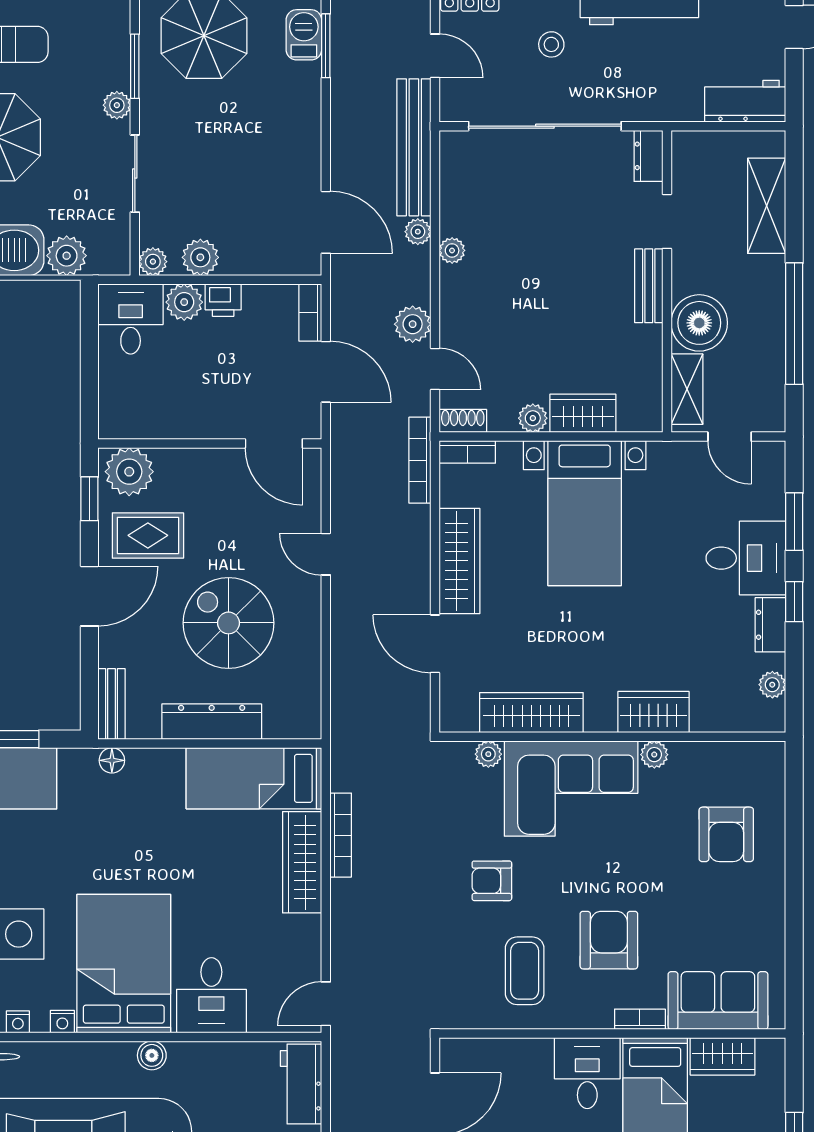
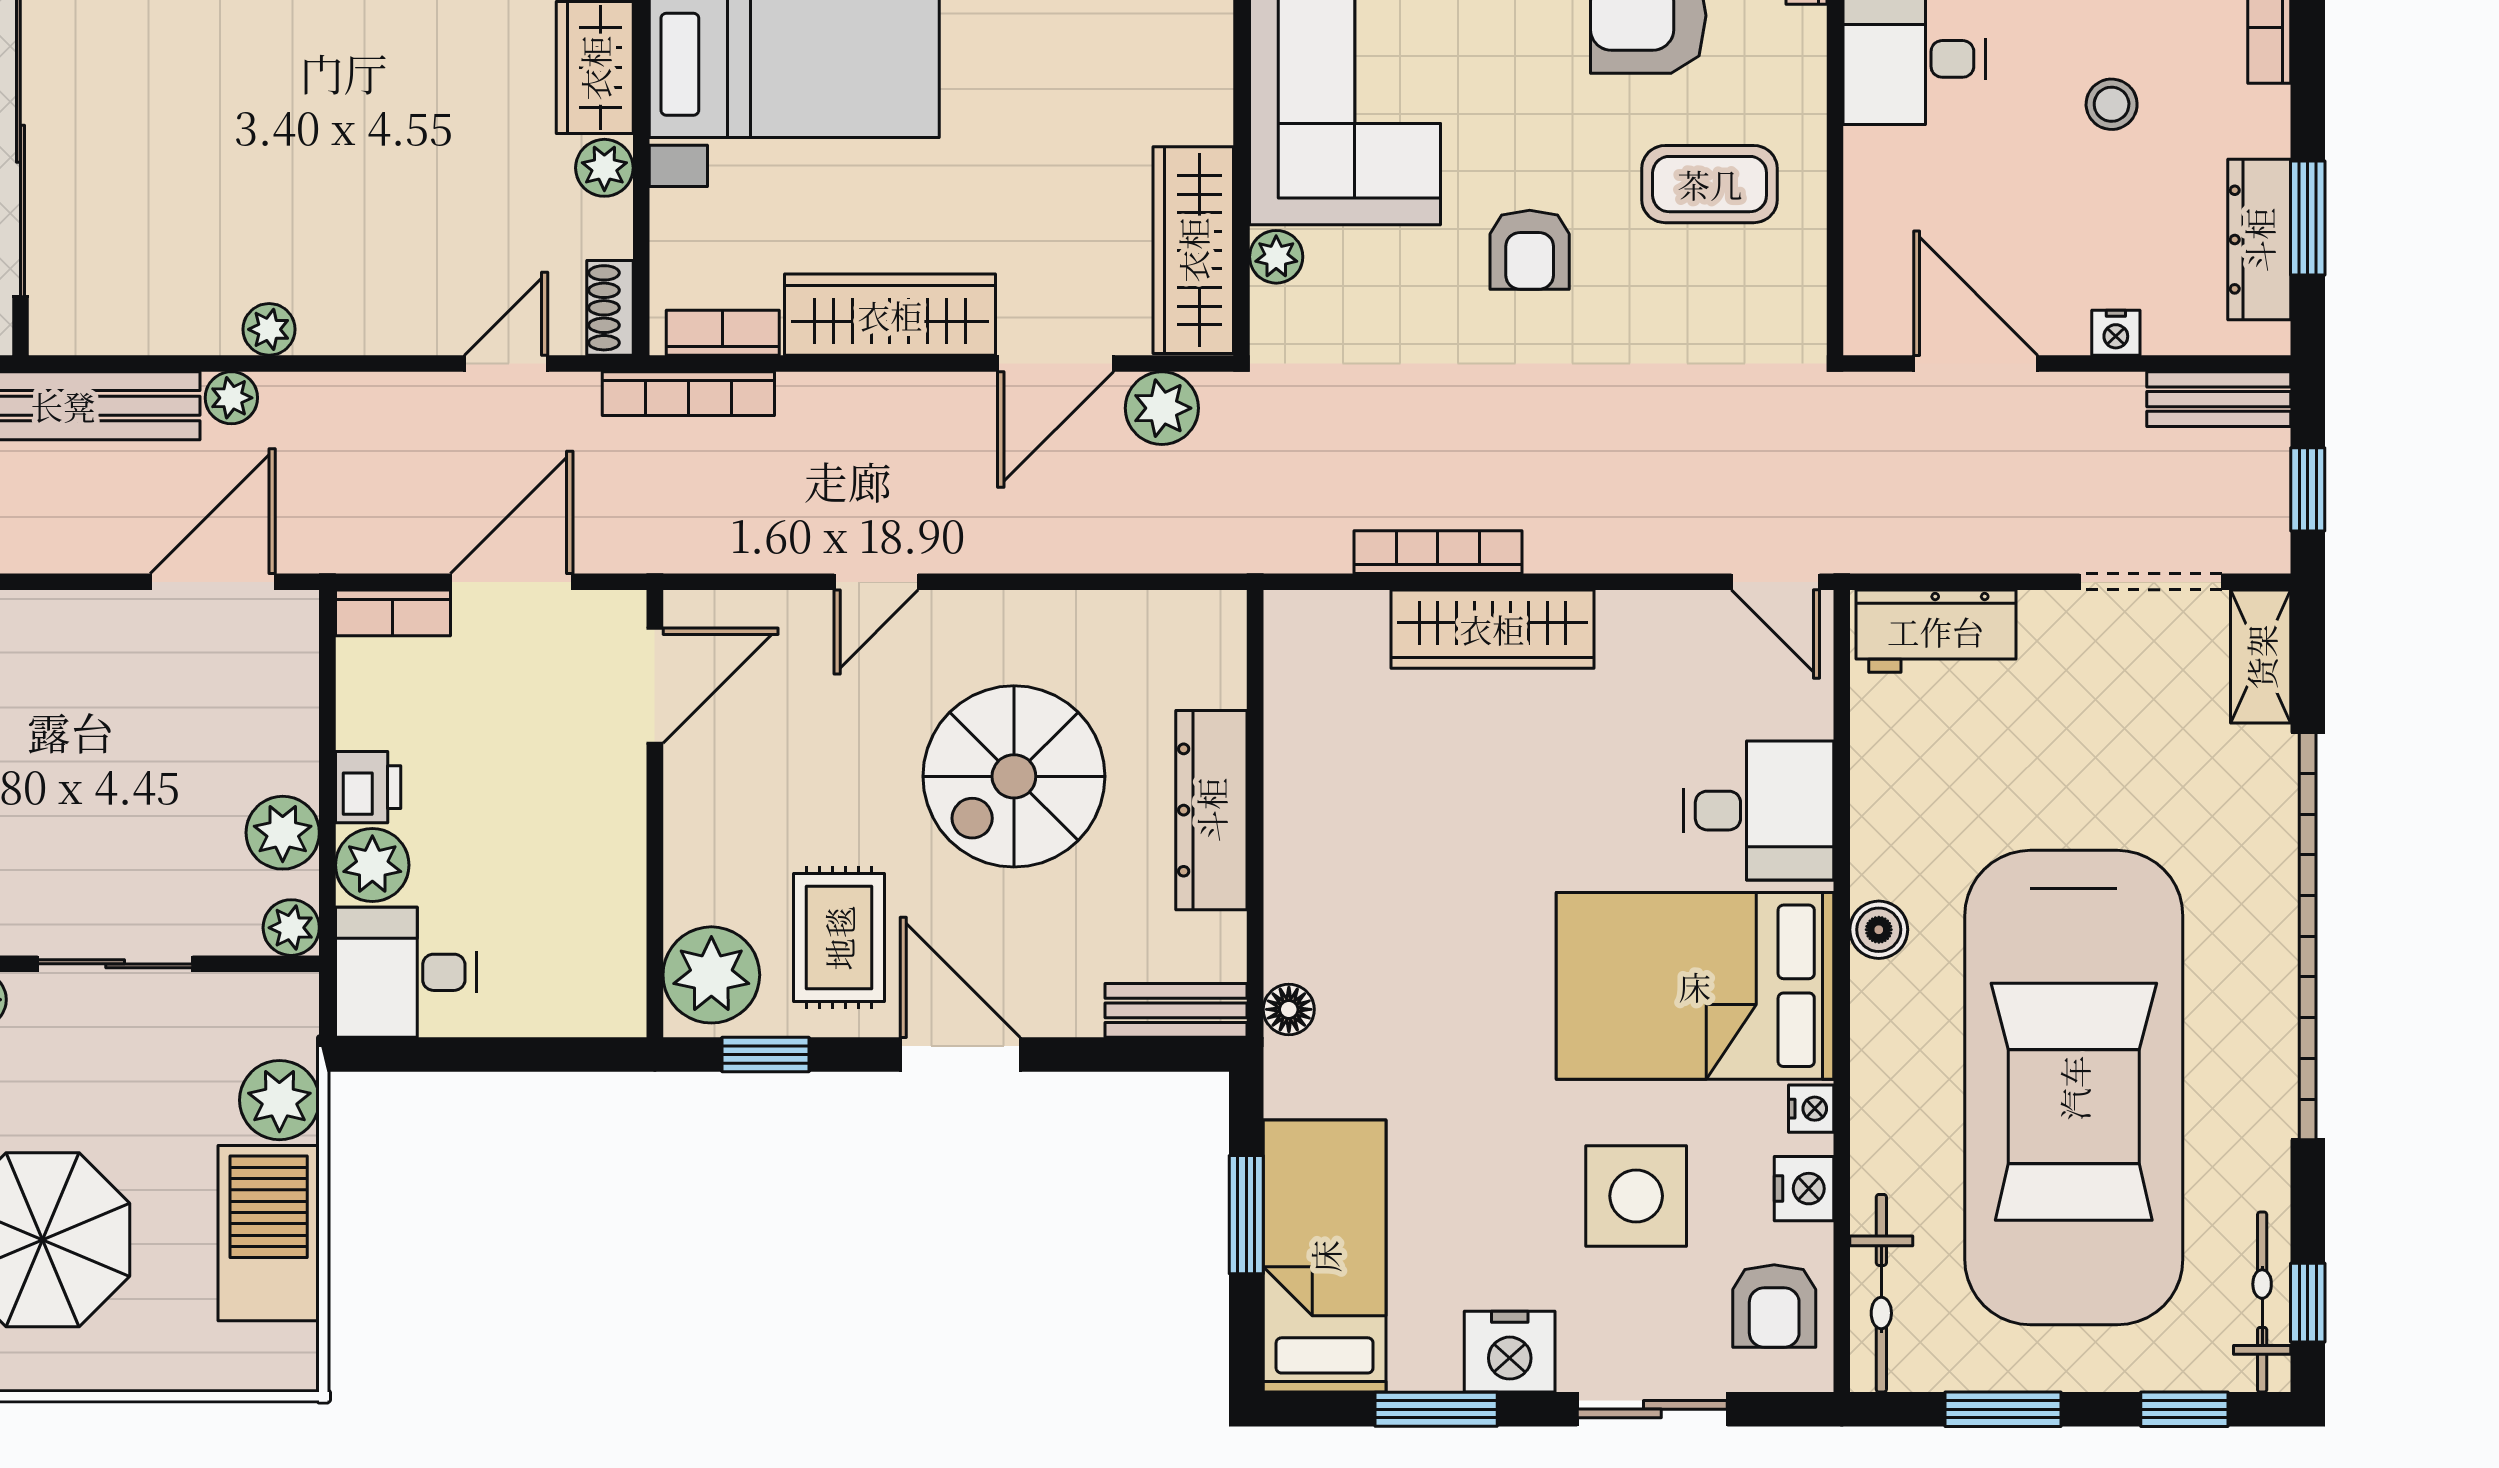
plant: (413, 324) -> (1162, 408), moved
bookcase: (467, 452) -> (723, 333), moved, turned -90
wardrobe: (531, 713) -> (1193, 250), moved
bed: (254, 778) -> (1325, 725), removed
nightstand: (18, 1022) -> (1804, 1189), width x1.39, depth x1.35

